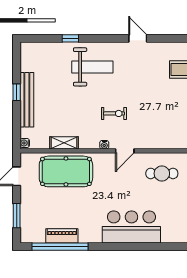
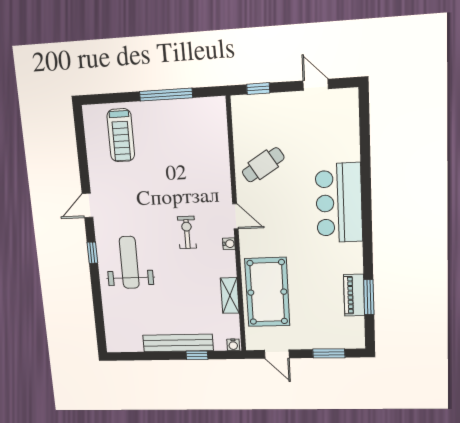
window: (70, 38) -> (92, 253), moved
window: (17, 92) -> (197, 355), moved
cafe table: (162, 173) -> (263, 165), turned 58
window: (60, 247) -> (369, 297), width x0.47

